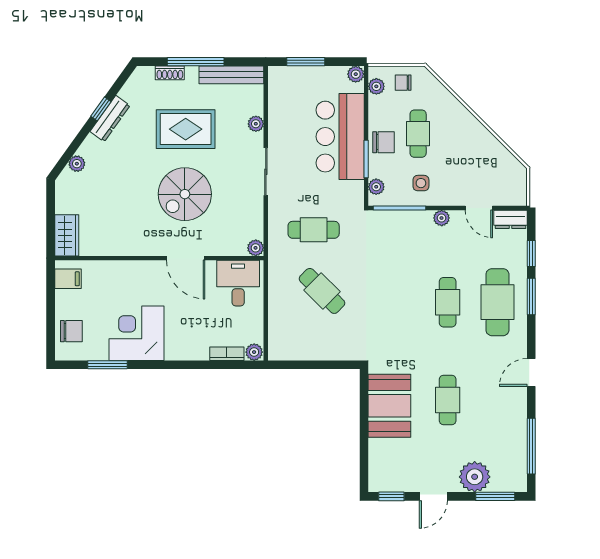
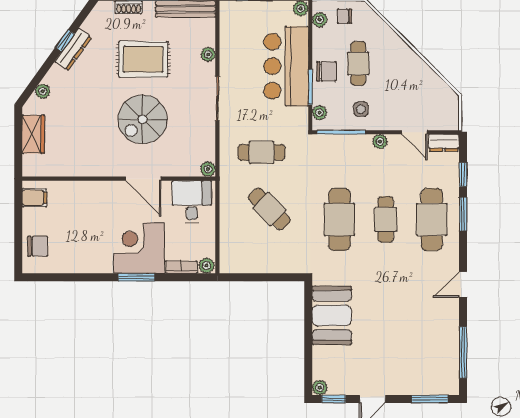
wardrobe: (67, 235) -> (33, 134), moved
corner desk: (136, 333) -> (139, 248), moved
window: (107, 365) -> (137, 277), moved
cafe table: (448, 400) -> (339, 219), moved, width x1.37, depth x1.35
plant: (475, 477) -> (320, 388), moved, width x0.53, depth x0.53

